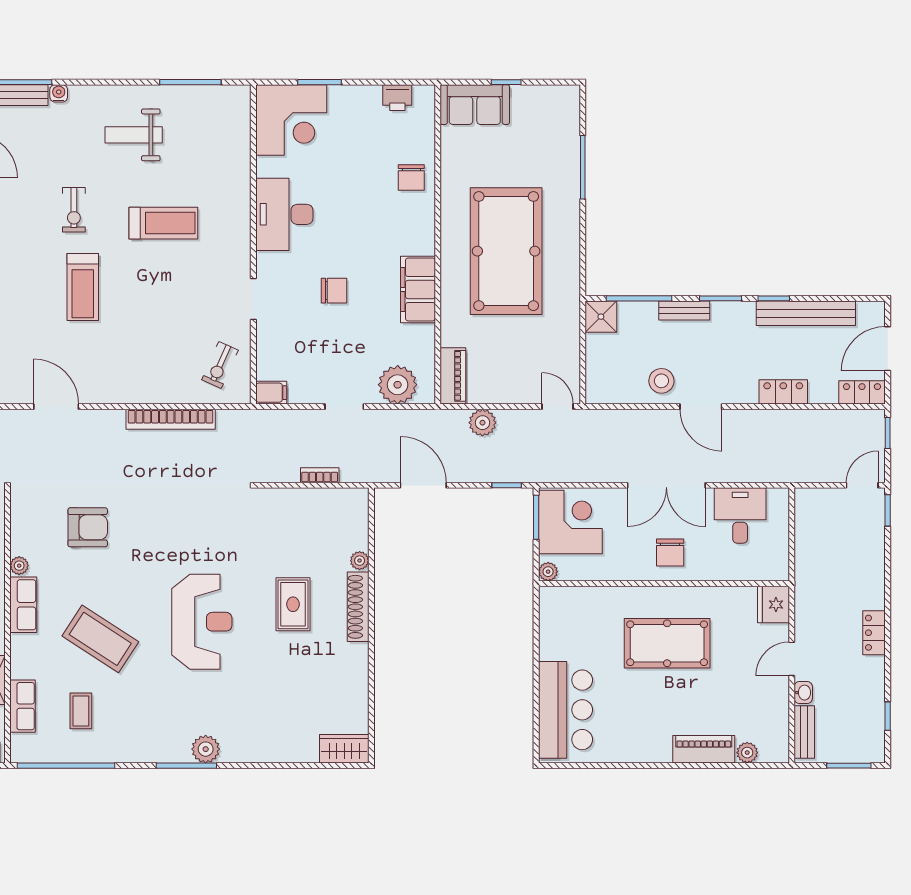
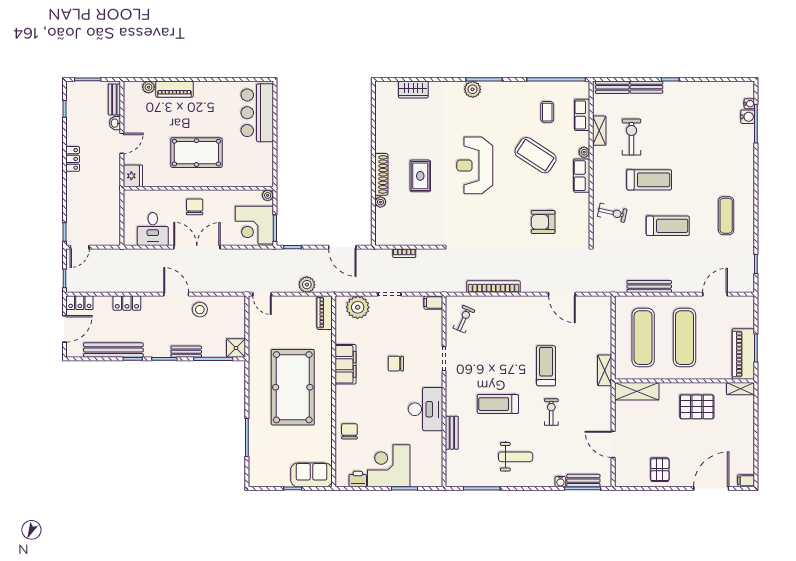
corner desk: (291, 120) -> (389, 466), moved
bench: (240, 175) -> (452, 433), added
plant: (19, 566) -> (584, 152), moved
wardrobe: (344, 749) -> (413, 89), moved

